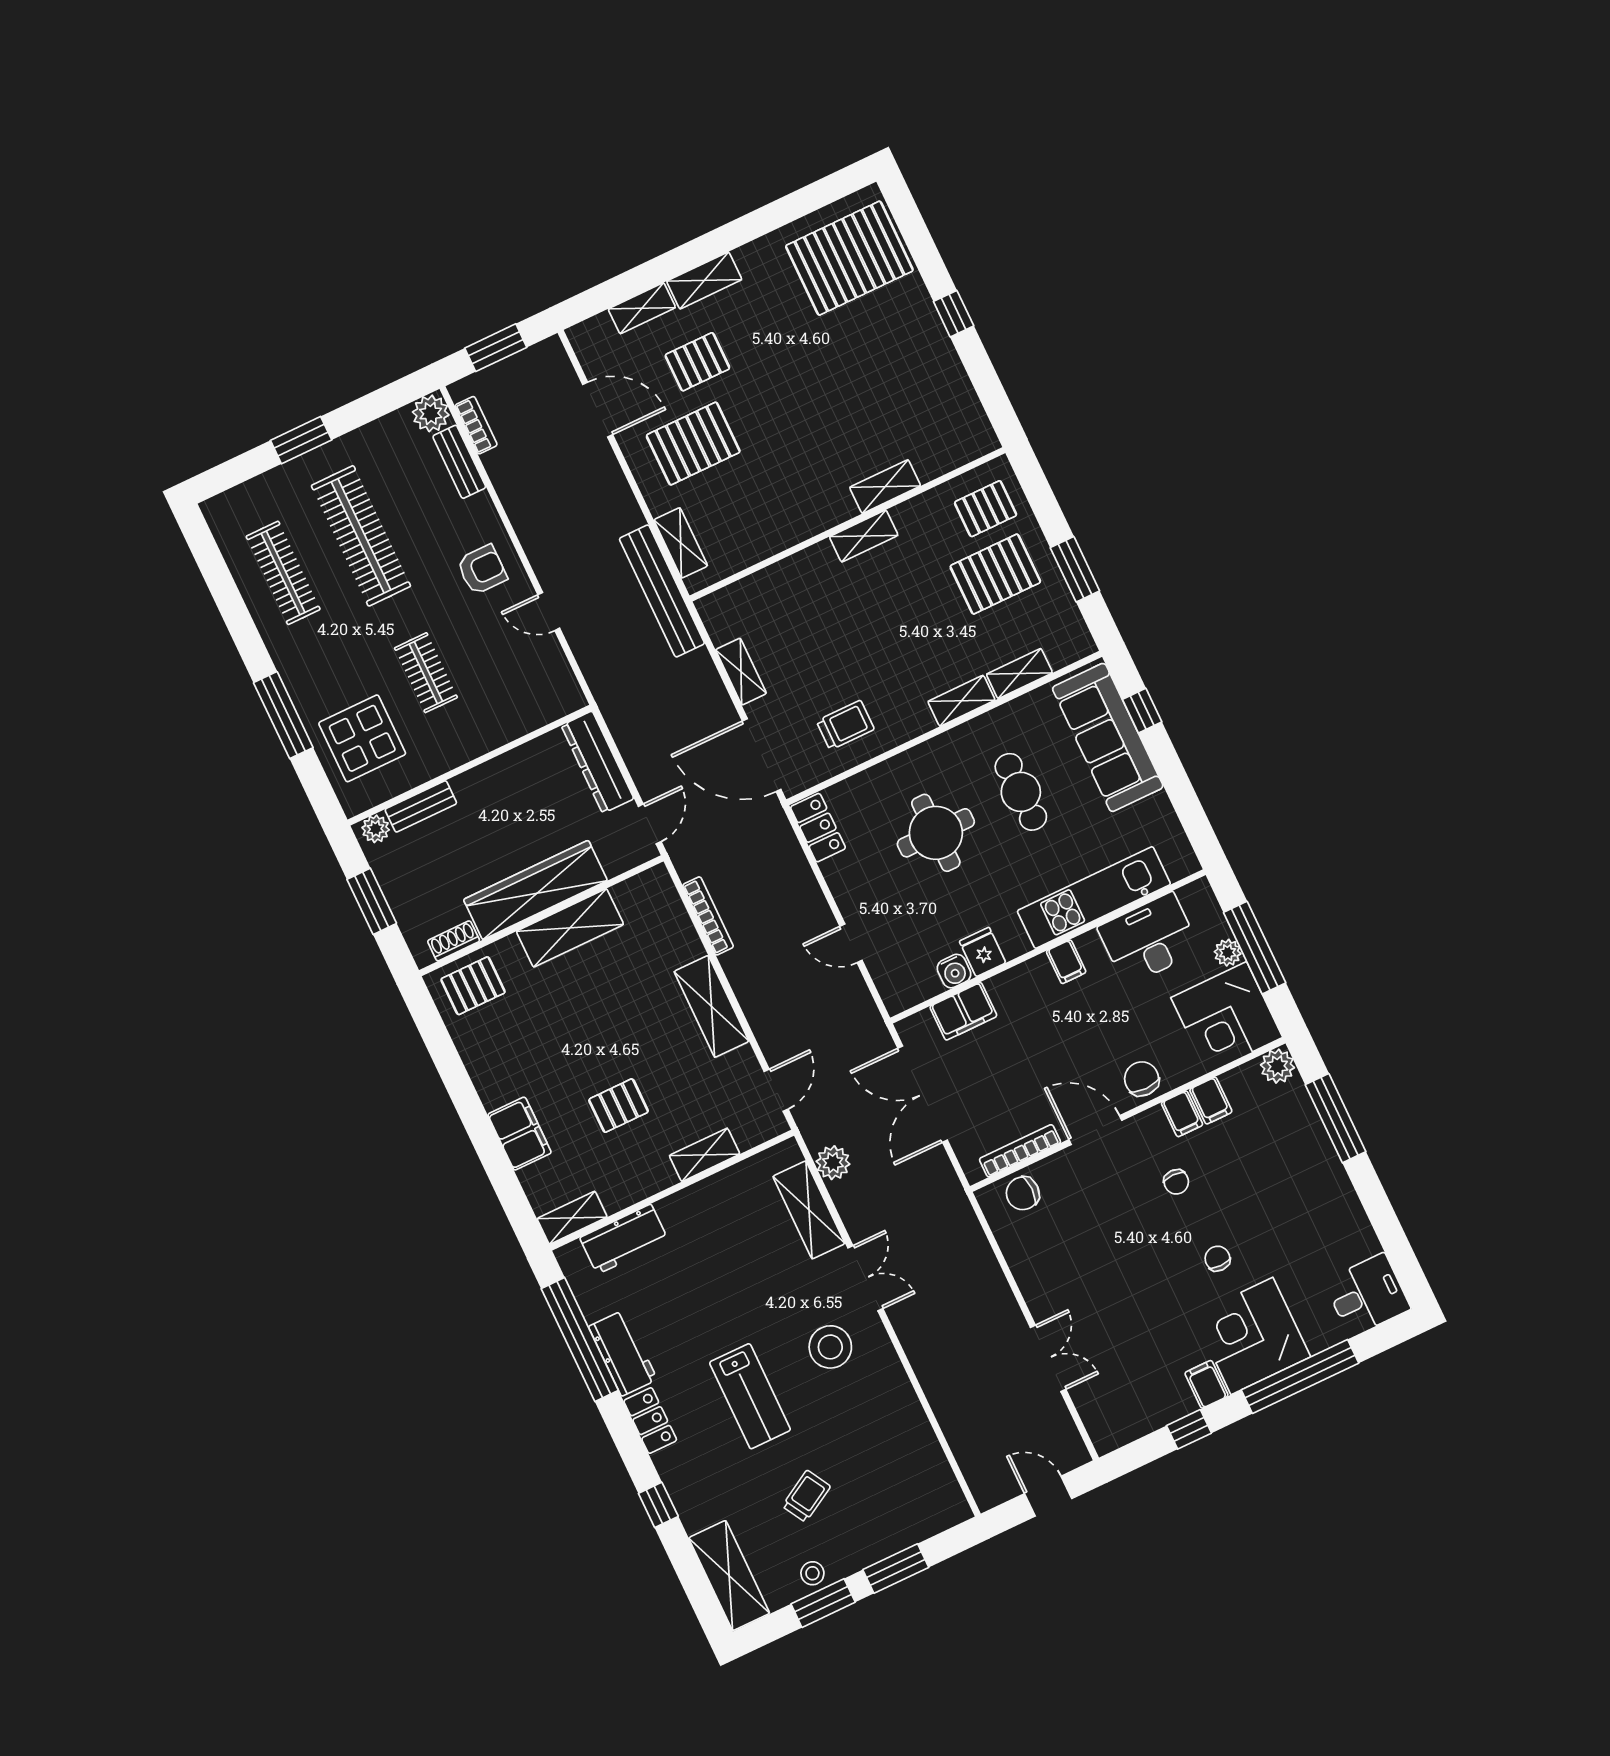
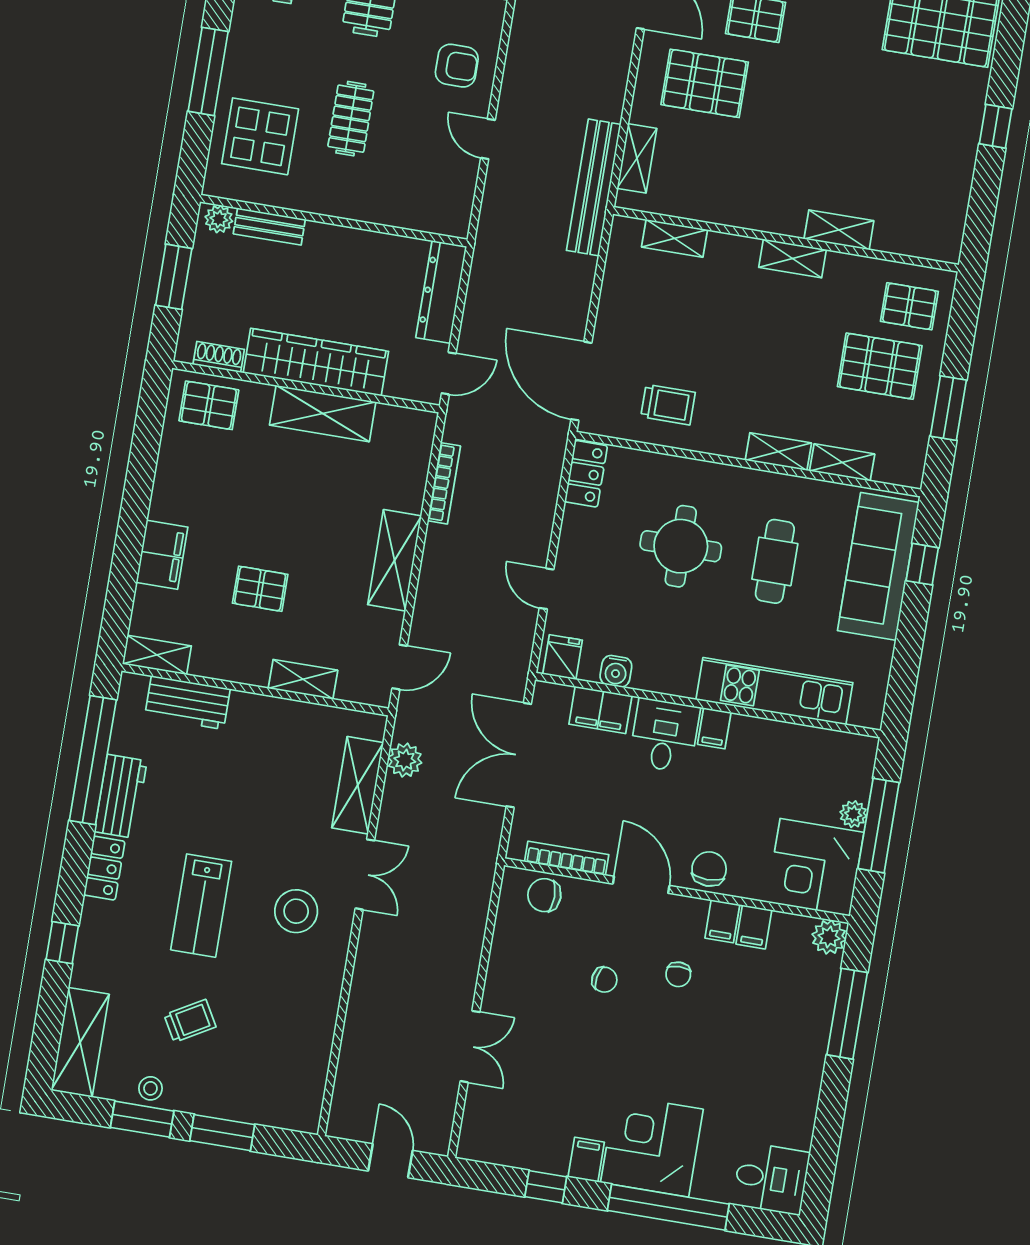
shelving: (741, 672) -> (674, 238), moved, turned 90
desk: (1149, 939) -> (664, 735), moved, width x0.73
fridge: (983, 952) -> (563, 657), moved
chair: (1218, 1259) -> (604, 980), moved, turned 100

